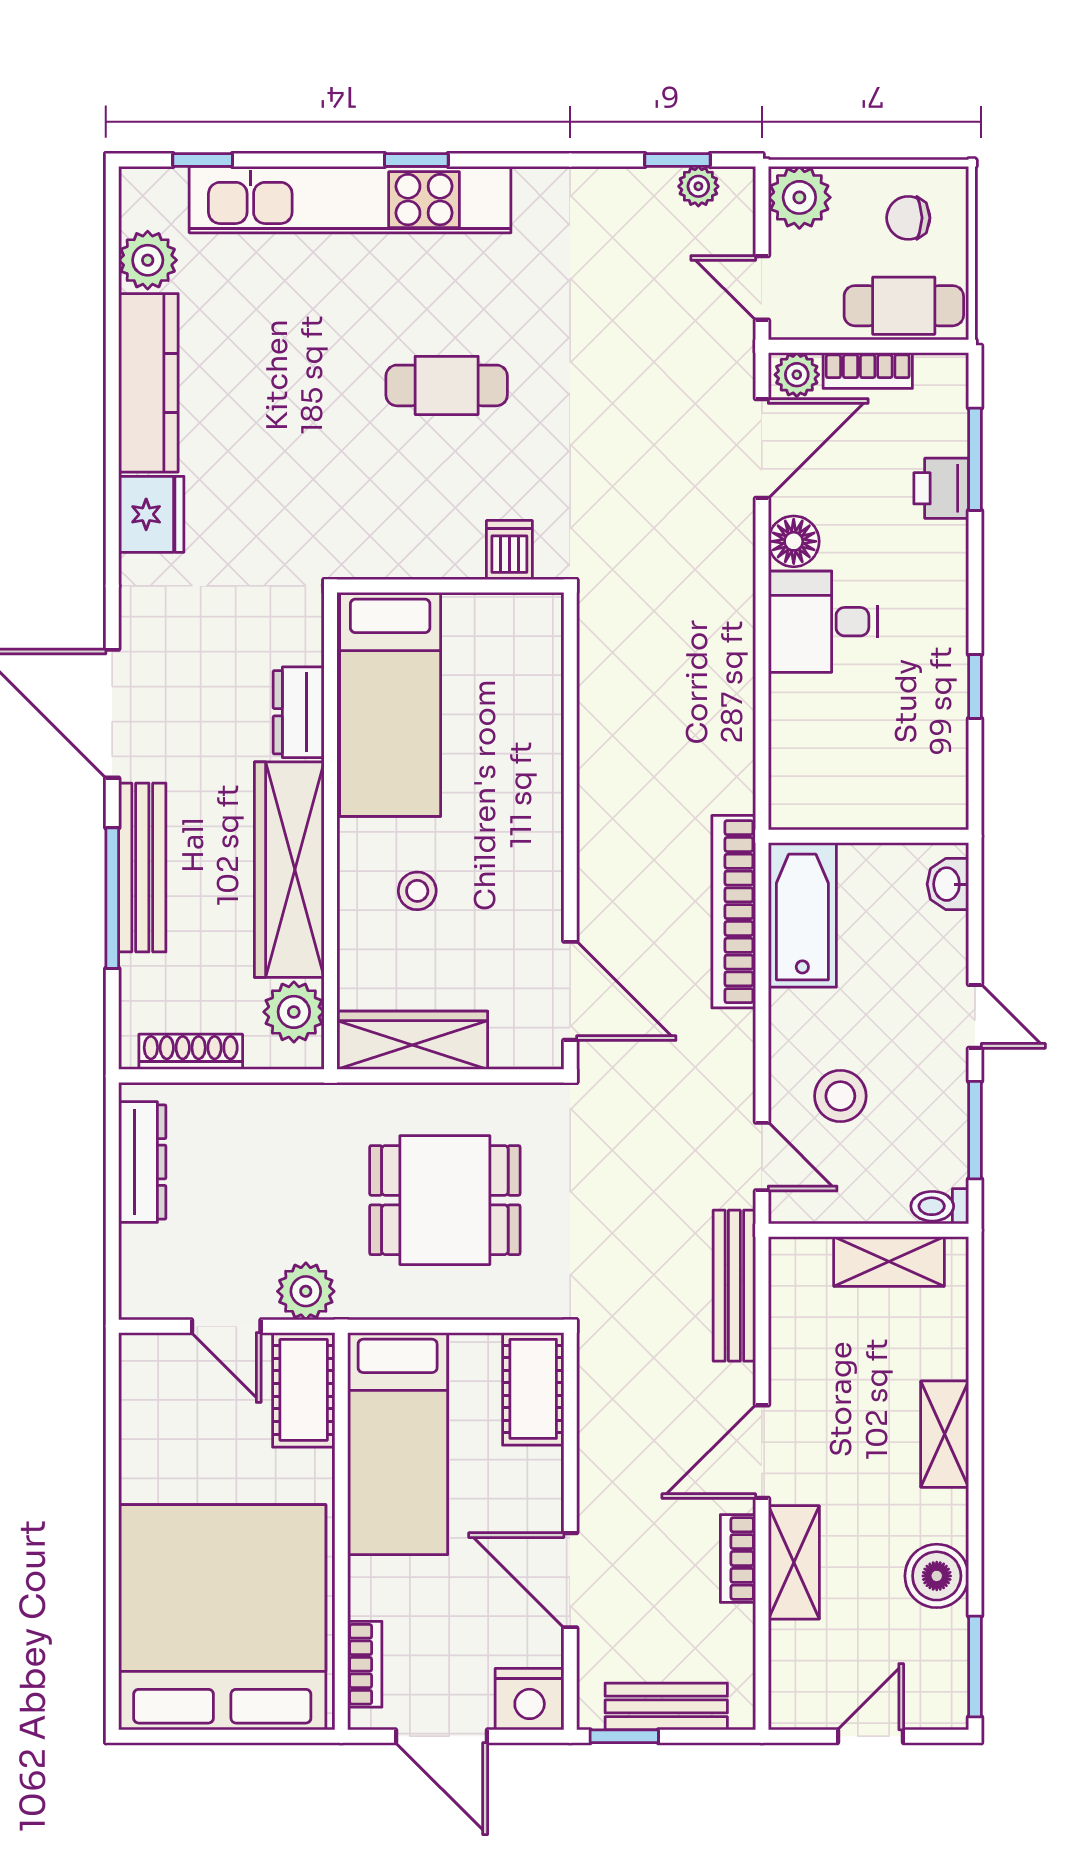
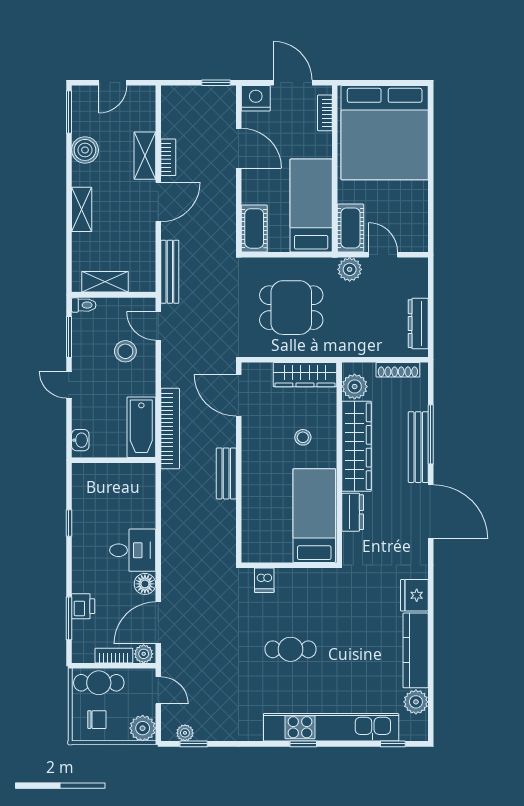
bench: (666, 1706) -> (226, 473), moved, turned 90

